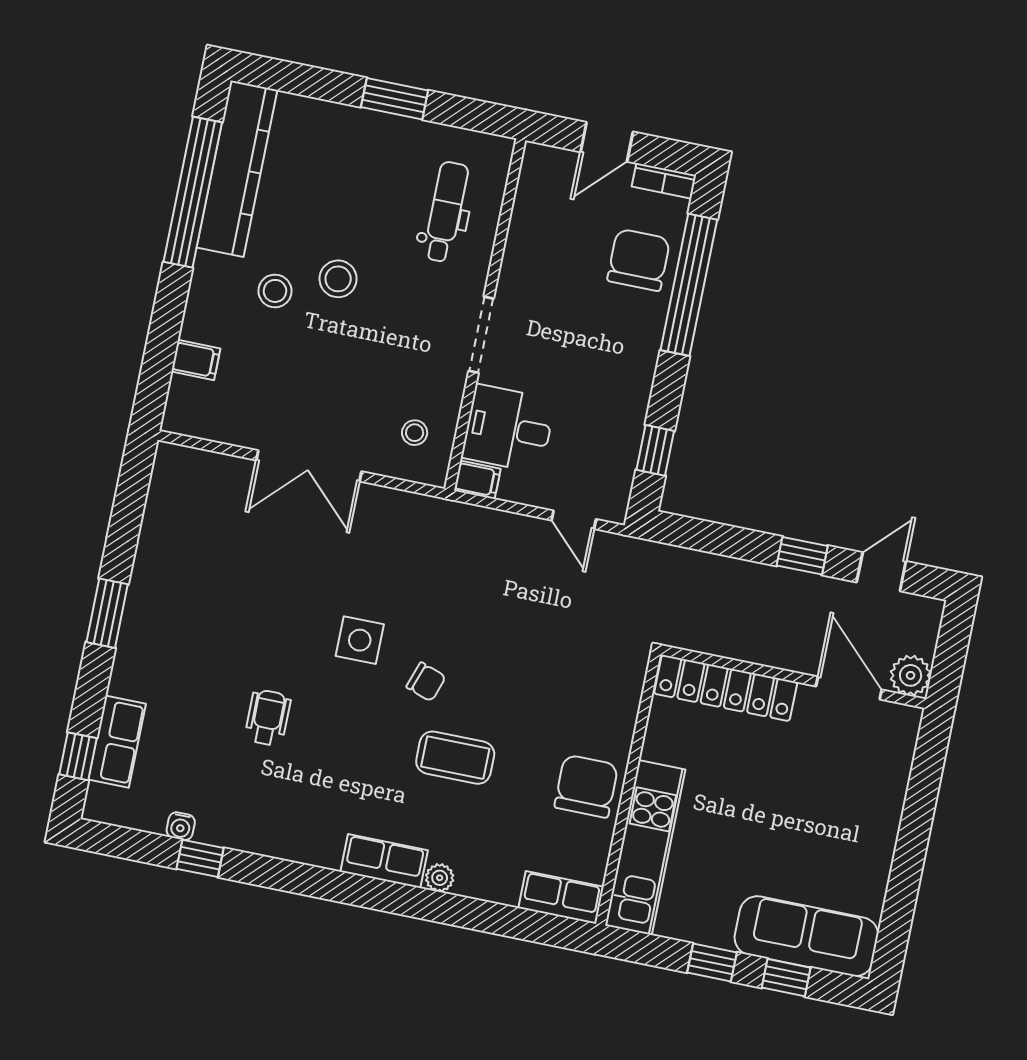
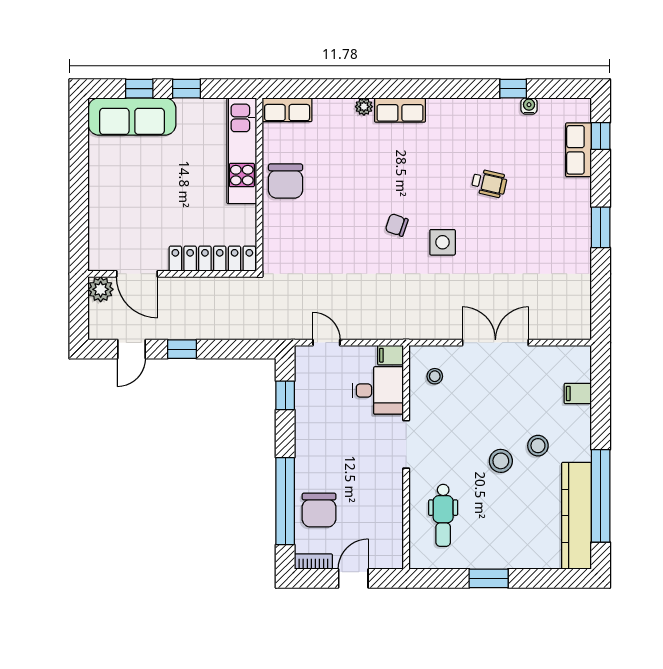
wheelchair: (268, 718) -> (489, 183), turned -77
coffee table: (455, 758) -> (369, 182), removed

